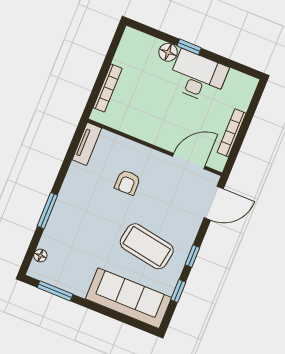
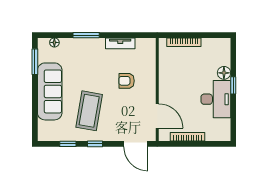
tv unit: (87, 144) -> (120, 43), moved
sofa: (128, 298) -> (50, 91), moved

